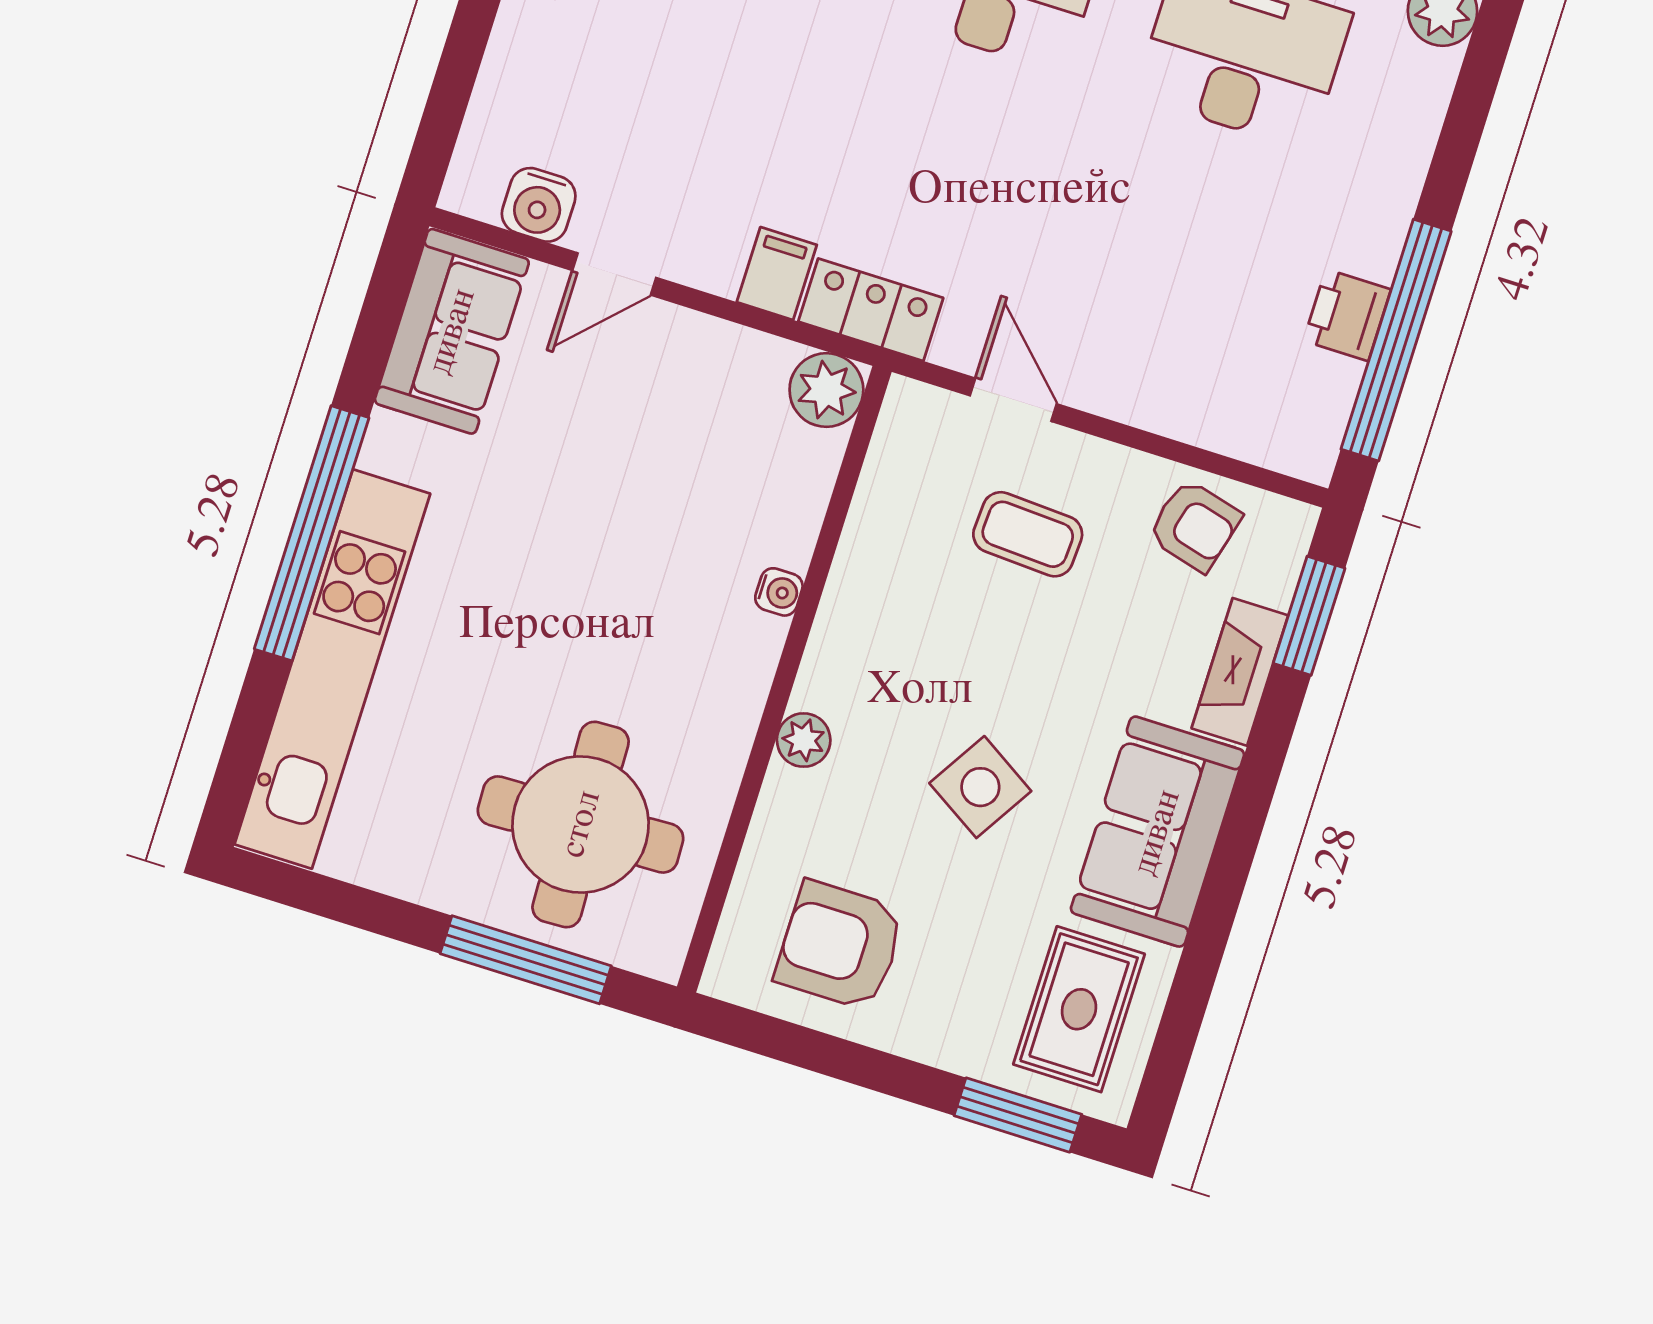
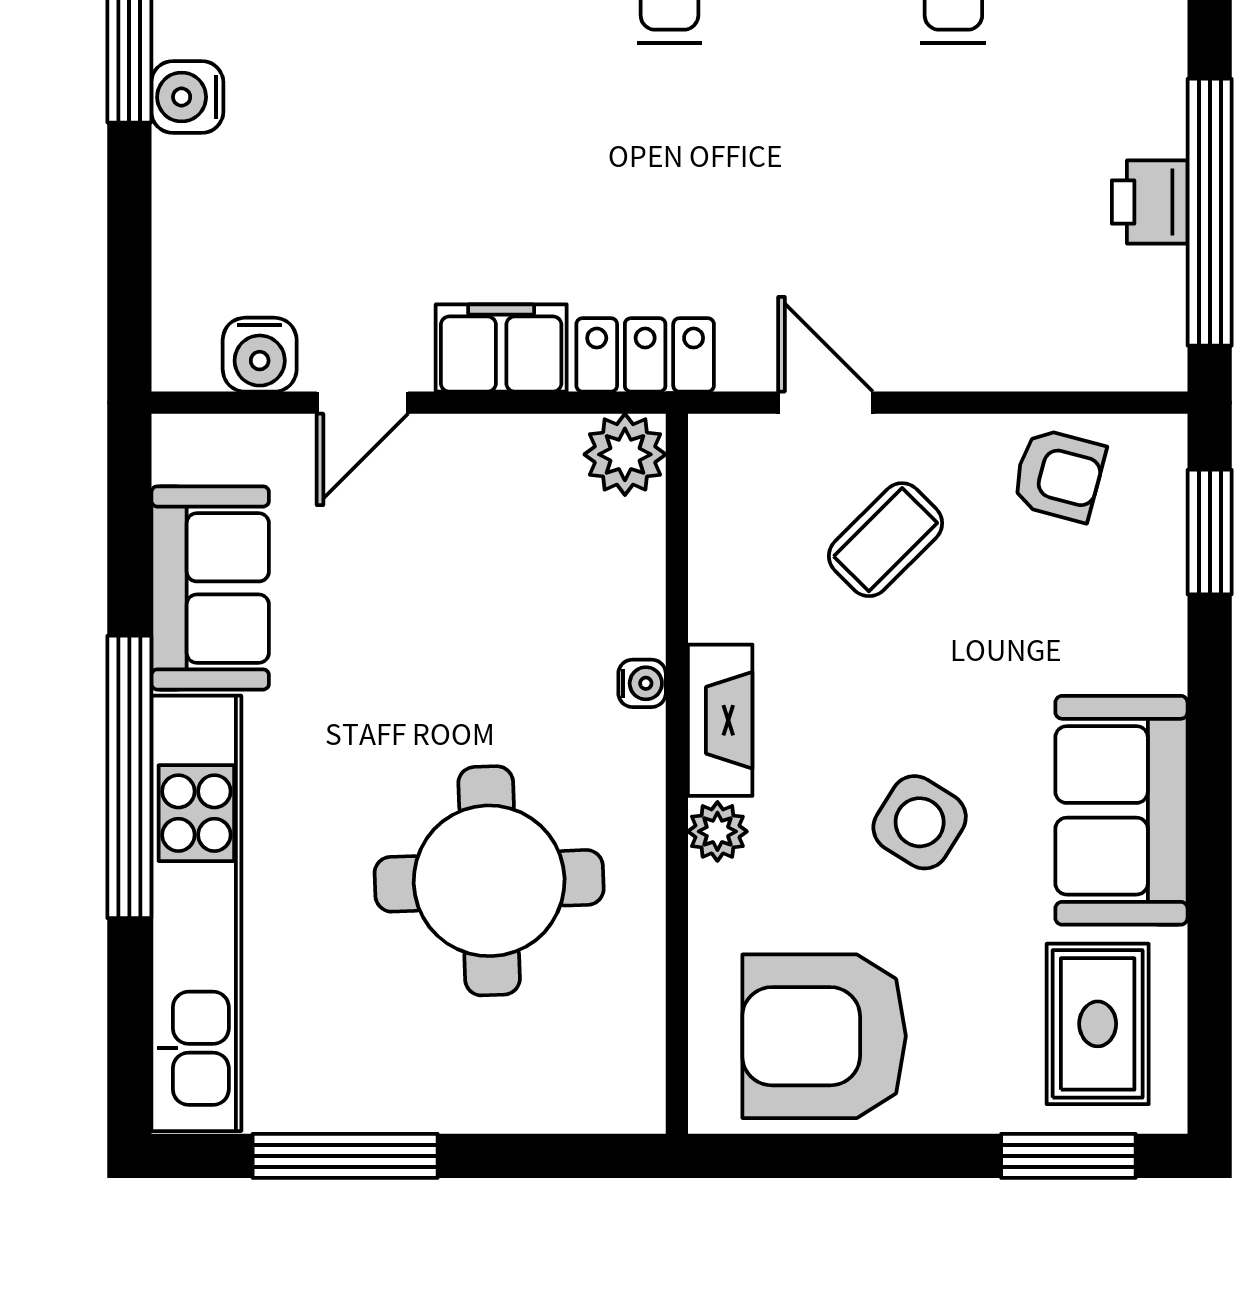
filing cabinet: (777, 273) -> (501, 348), width x2.00
sofa: (452, 331) -> (210, 588), moved
coffee table: (1028, 534) -> (885, 540), turned -48
fireplace: (1240, 672) -> (720, 720), moved, turned 180
round table: (581, 824) -> (489, 881), moved
armchair: (840, 945) -> (824, 1036), width x1.36, depth x1.36
window: (526, 960) -> (345, 1156), moved

